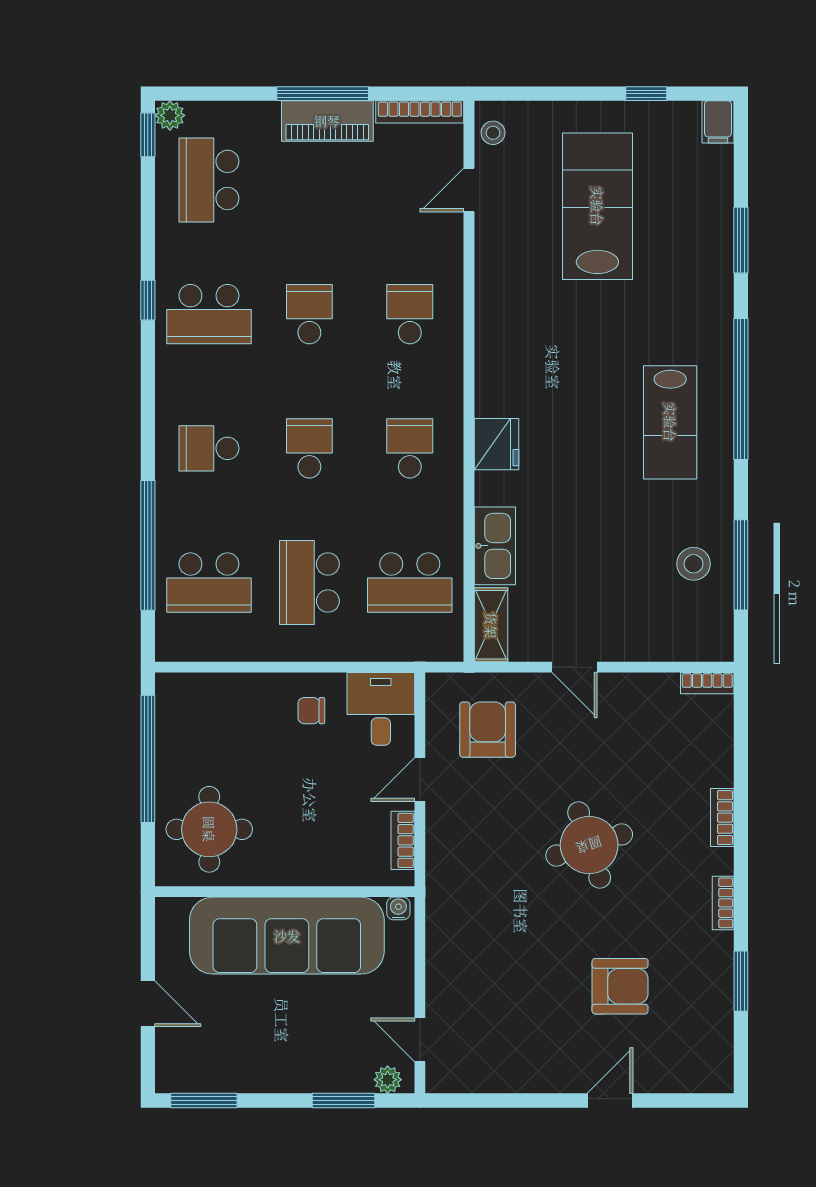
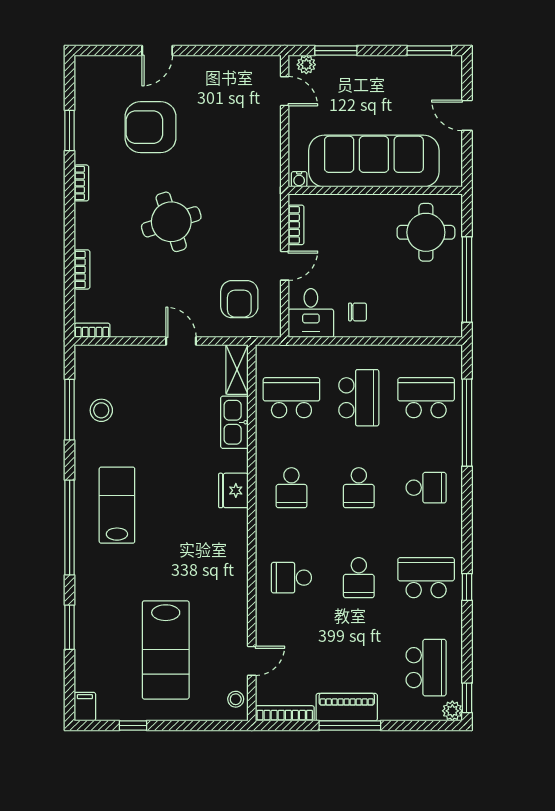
school desk: (410, 314) -> (291, 578), turned 90
bookcase: (722, 818) -> (82, 269), moved
armchair: (620, 986) -> (150, 127), width x1.36, depth x1.36

